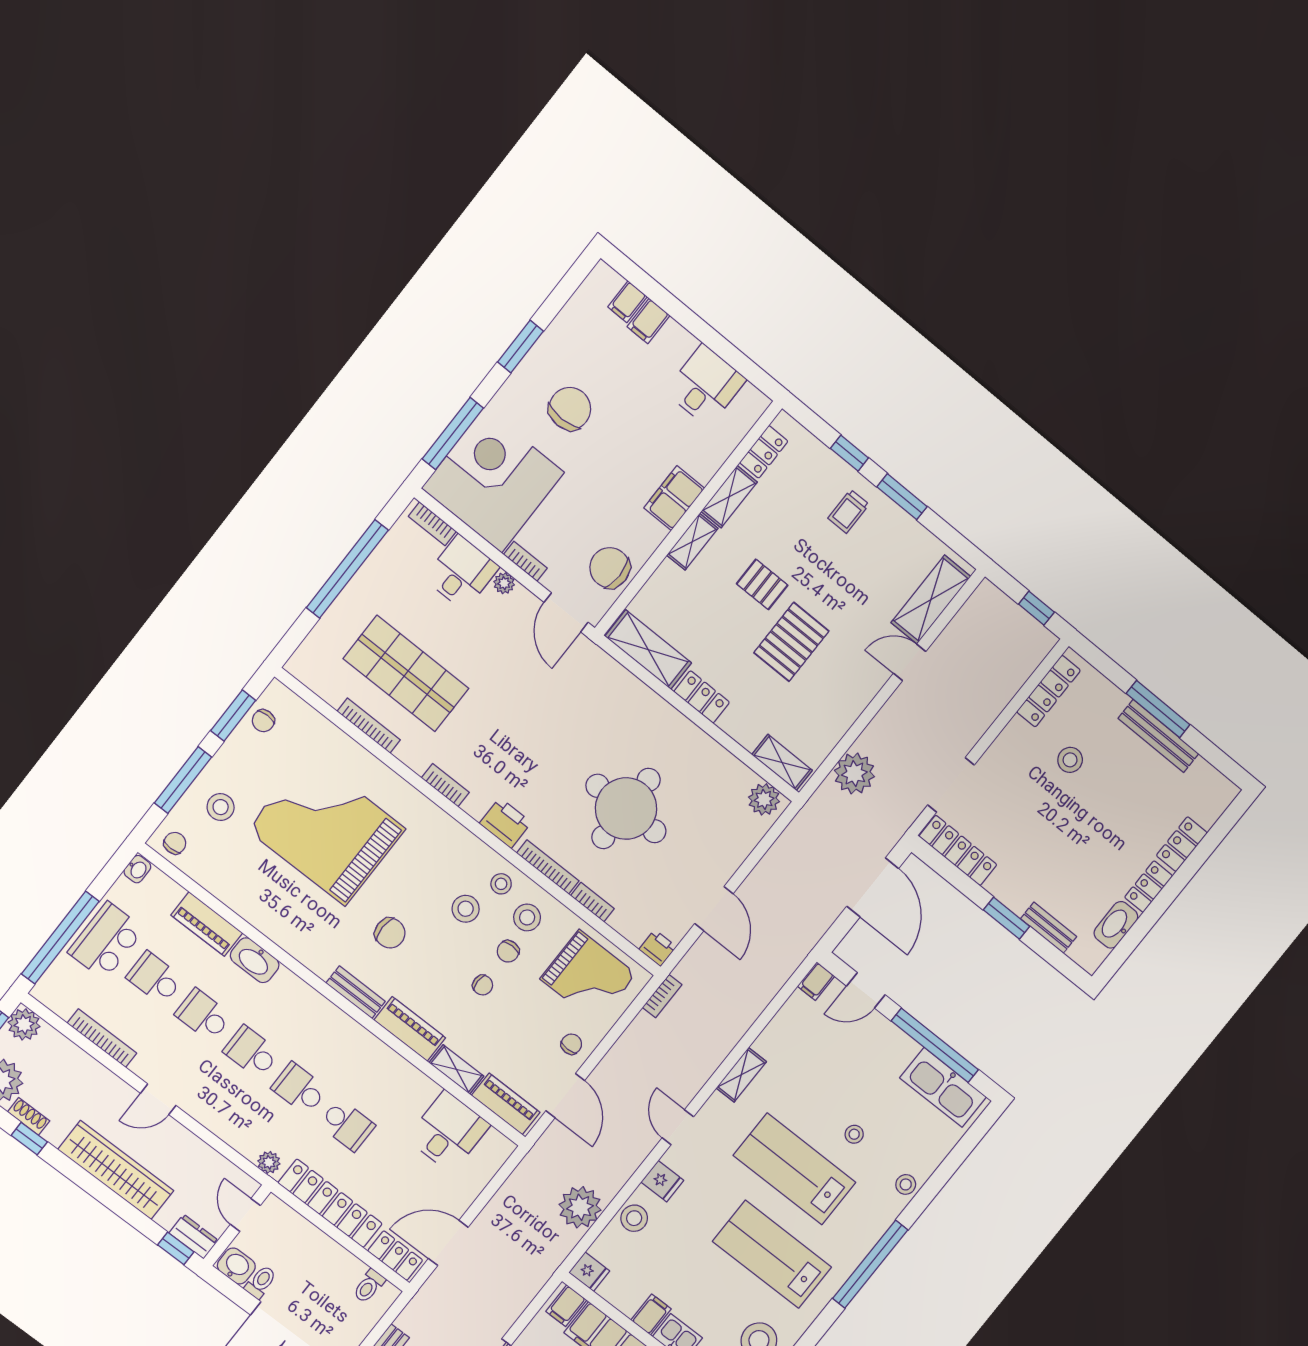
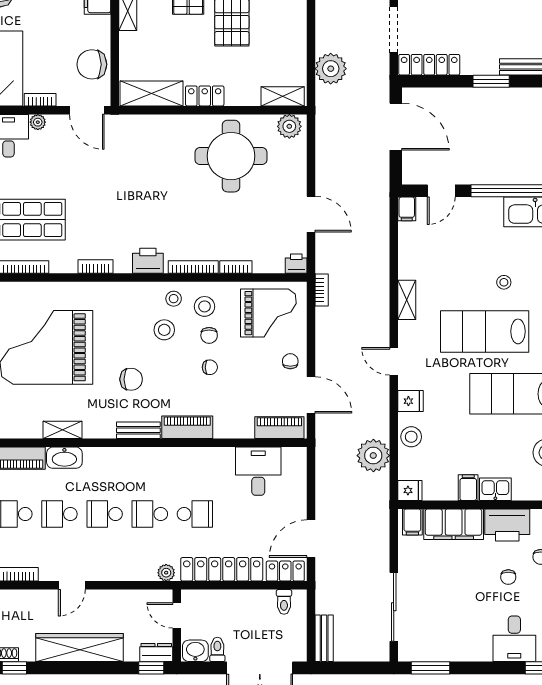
round table: (626, 809) -> (231, 156), moved
shelving: (456, 1069) -> (63, 430), moved

